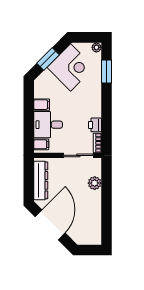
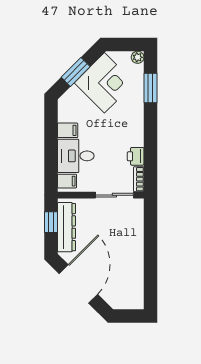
window: (29, 177) -> (51, 222), added
plant: (95, 183) -> (135, 231), removed

